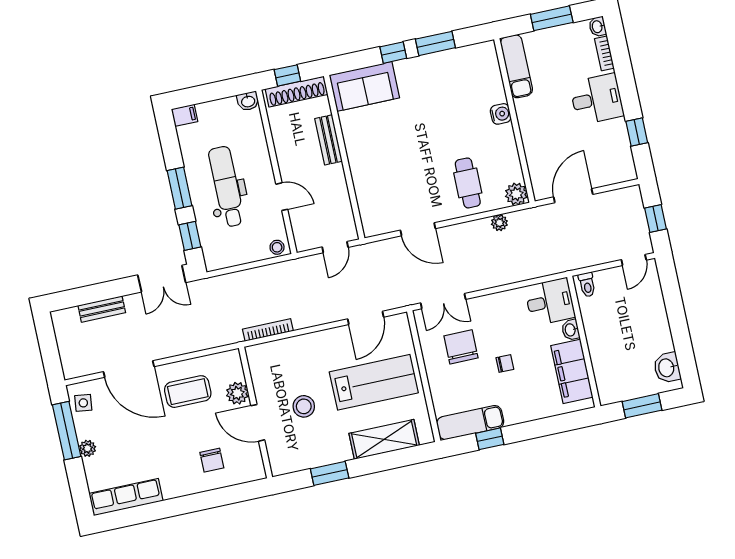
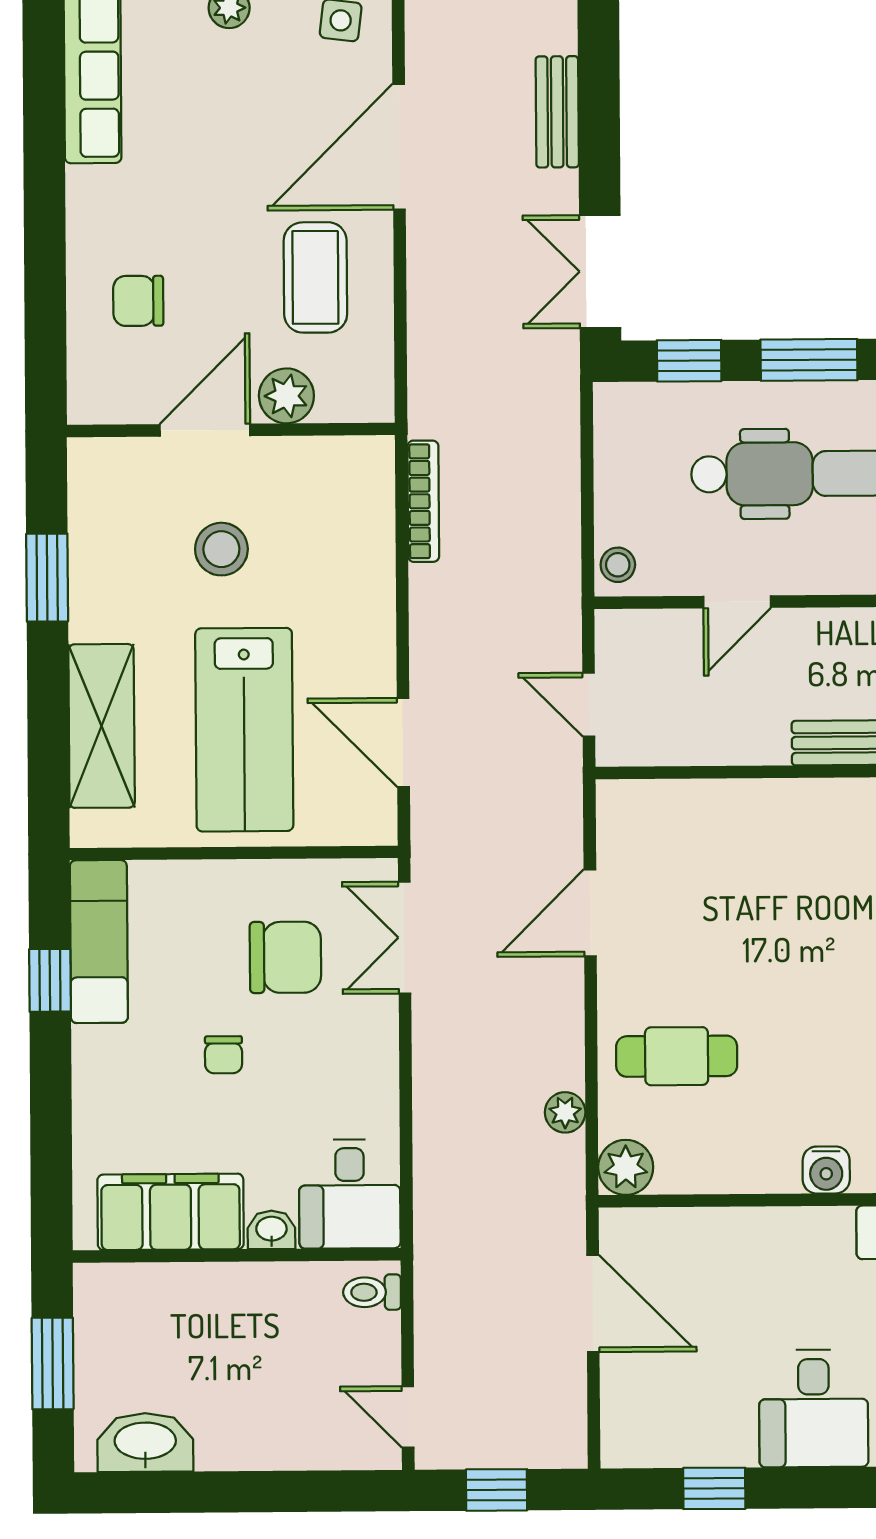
washbasin: (667, 368) -> (145, 1442), width x1.38

